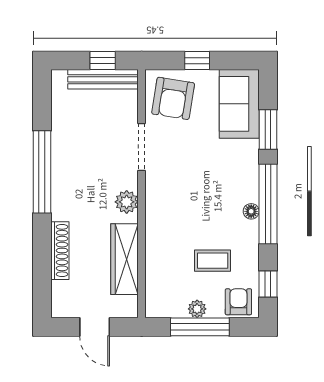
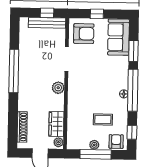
armchair: (173, 98) -> (84, 34), turned -99
shoe rack: (60, 251) -> (22, 127), moved
wardrobe: (124, 259) -> (56, 124), width x0.67
plant: (129, 305) -> (58, 142), added

